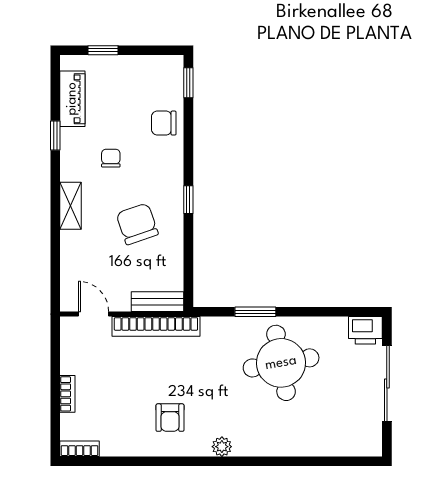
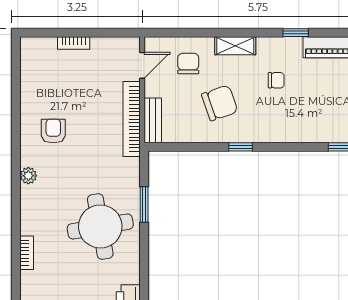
chair: (164, 123) -> (188, 63), moved
armchair: (170, 418) -> (53, 131), turned 90
bookcase: (80, 449) -> (27, 253), moved

